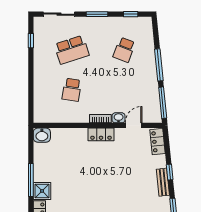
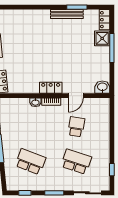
school desk: (72, 50) -> (76, 162), turned 36
school desk: (124, 50) -> (30, 162), width x1.85
door: (134, 125) -> (76, 96), moved

